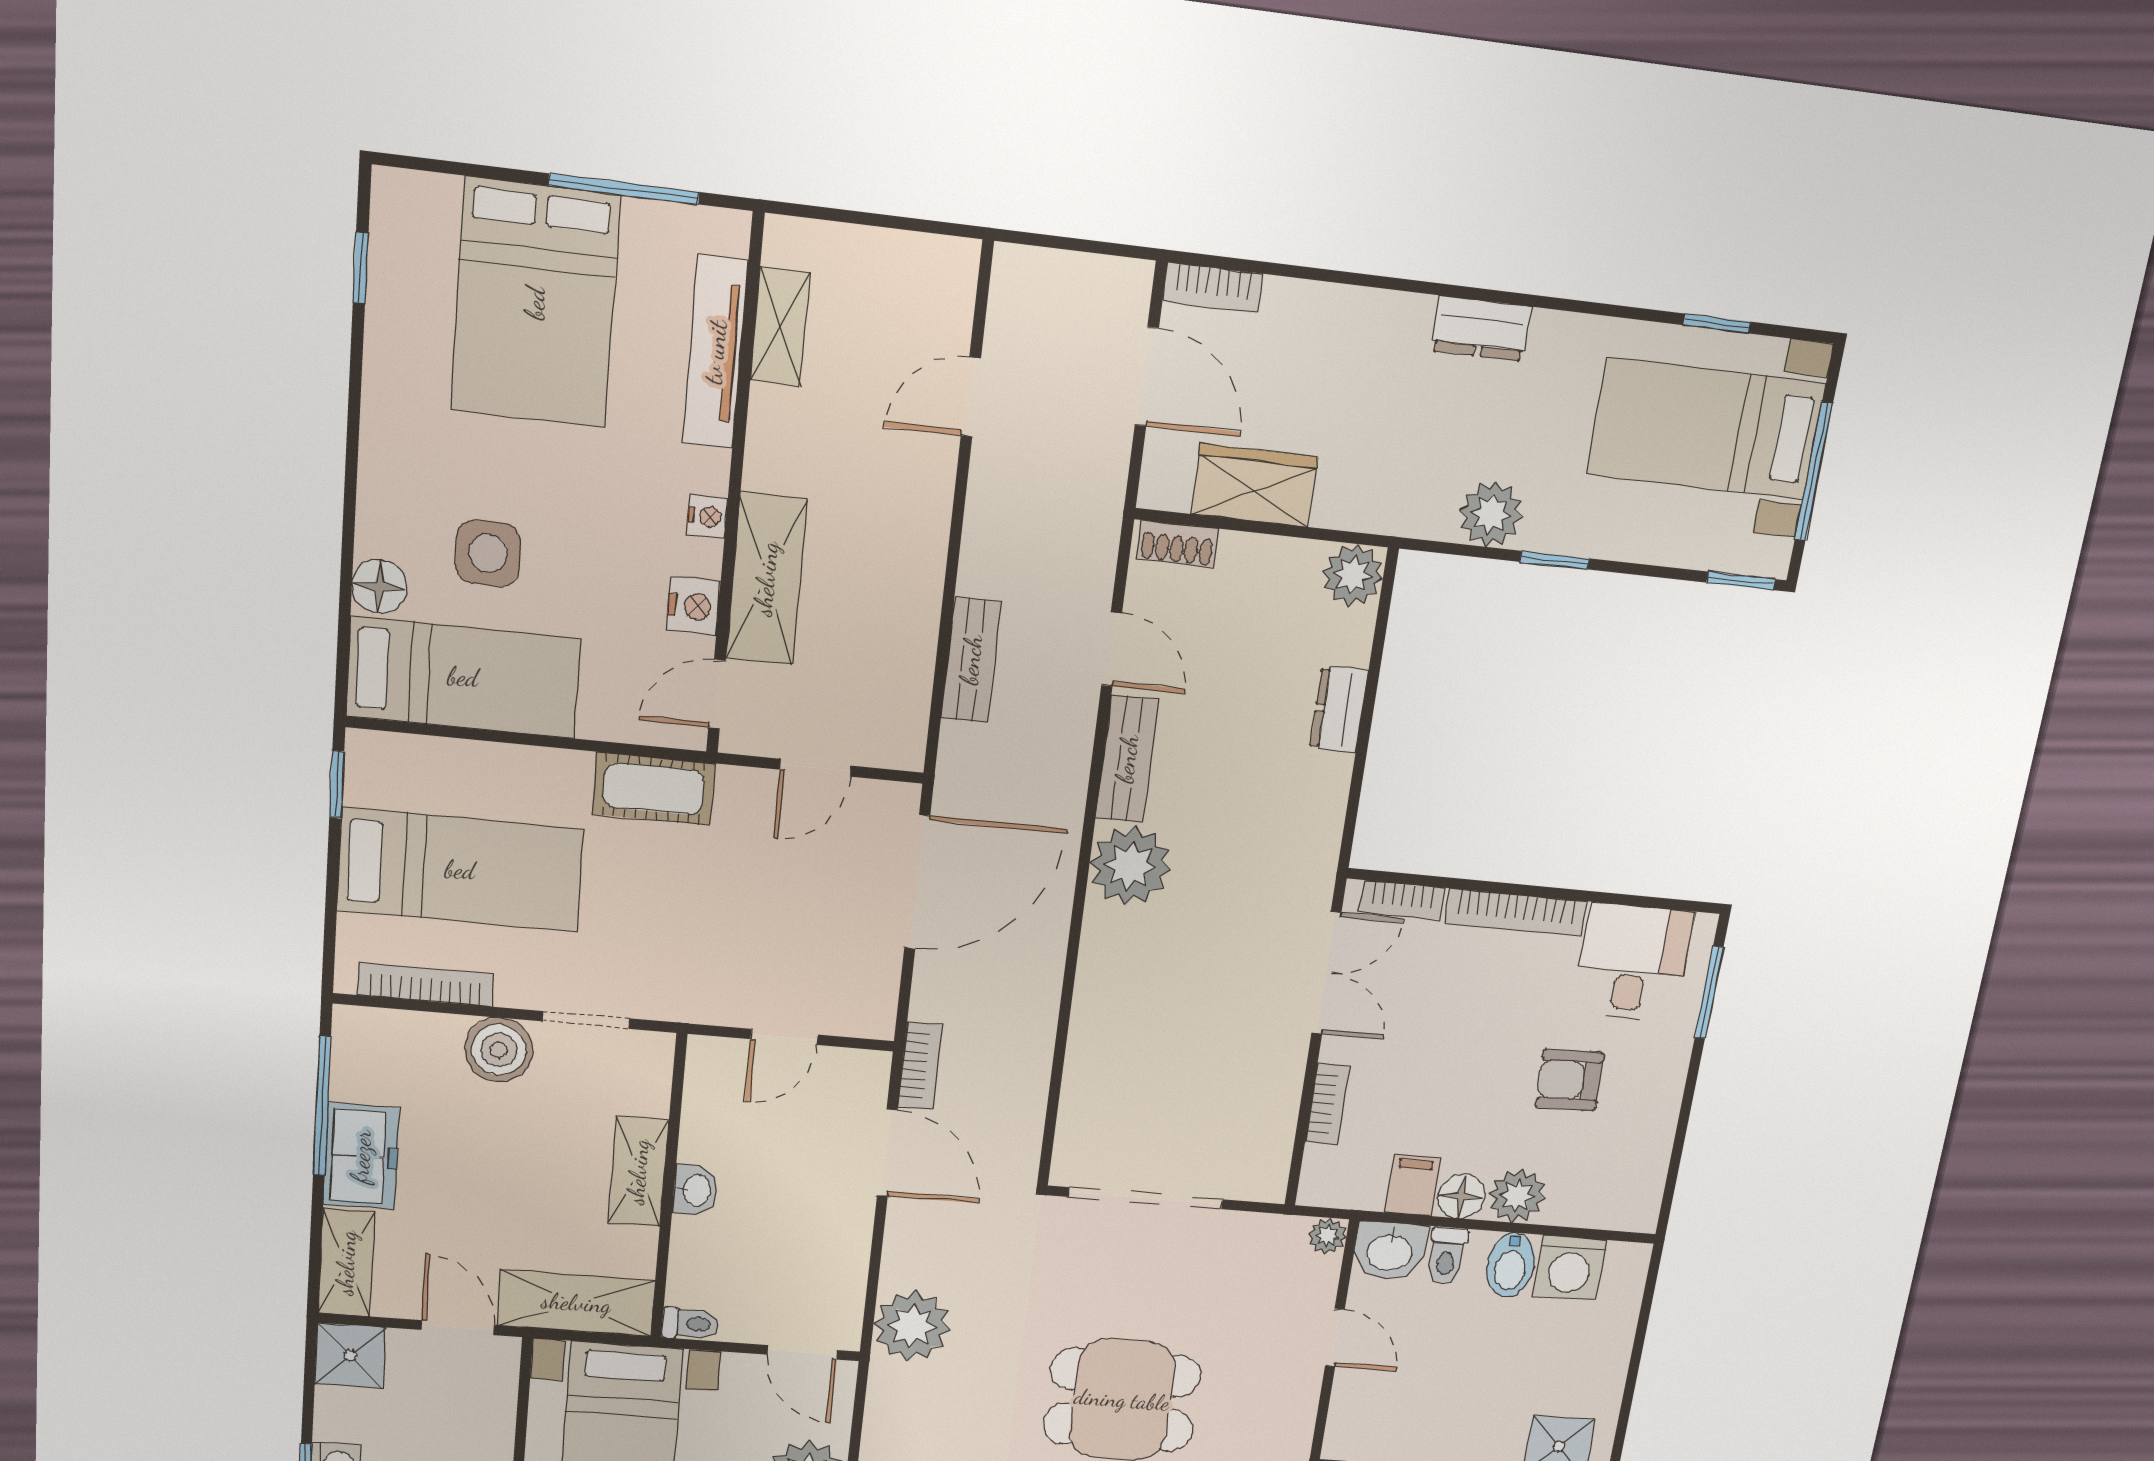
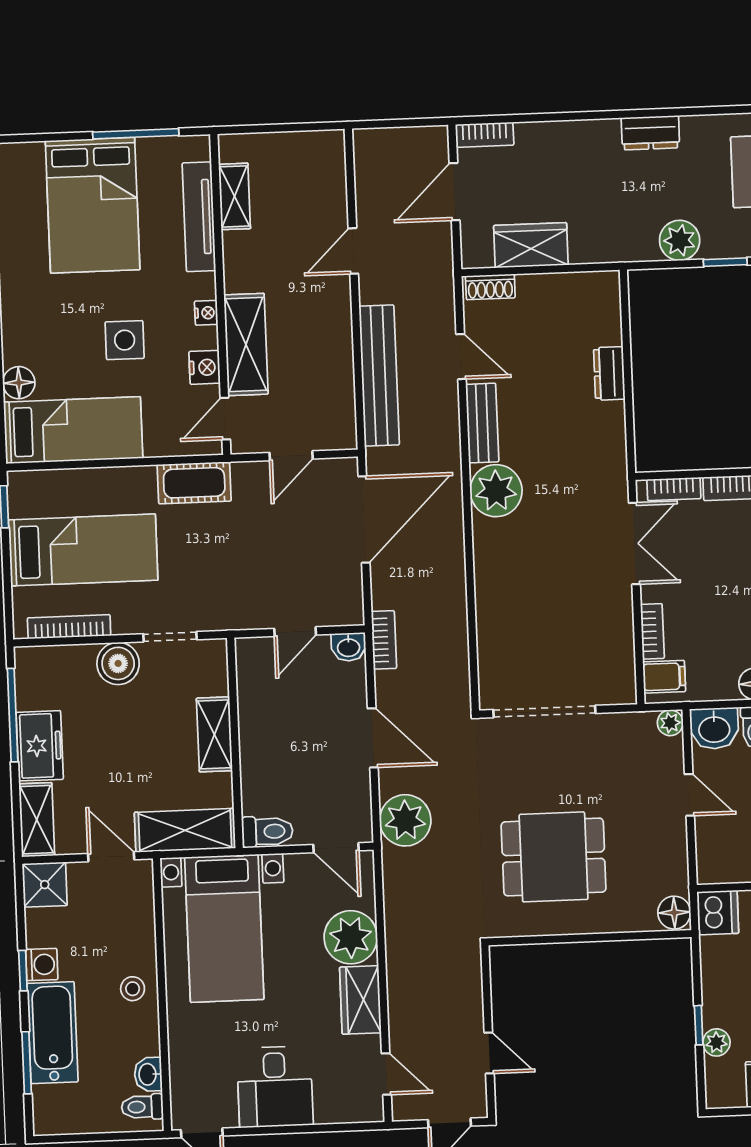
door: (1147, 377) -> (454, 192), swing flipped
door: (971, 397) -> (353, 251), moved
side table: (488, 553) -> (125, 340), moved
plant: (1353, 575) -> (602, 290), removed
bench: (971, 660) -> (379, 376), width x1.86, depth x1.21
door: (887, 1153) -> (373, 738), moved
filing cabinet: (1413, 1185) -> (664, 677), moved, turned 90
washbasin: (696, 1190) -> (349, 647), moved, turned 90
toilet: (690, 1324) -> (267, 832), width x1.37, depth x1.39

